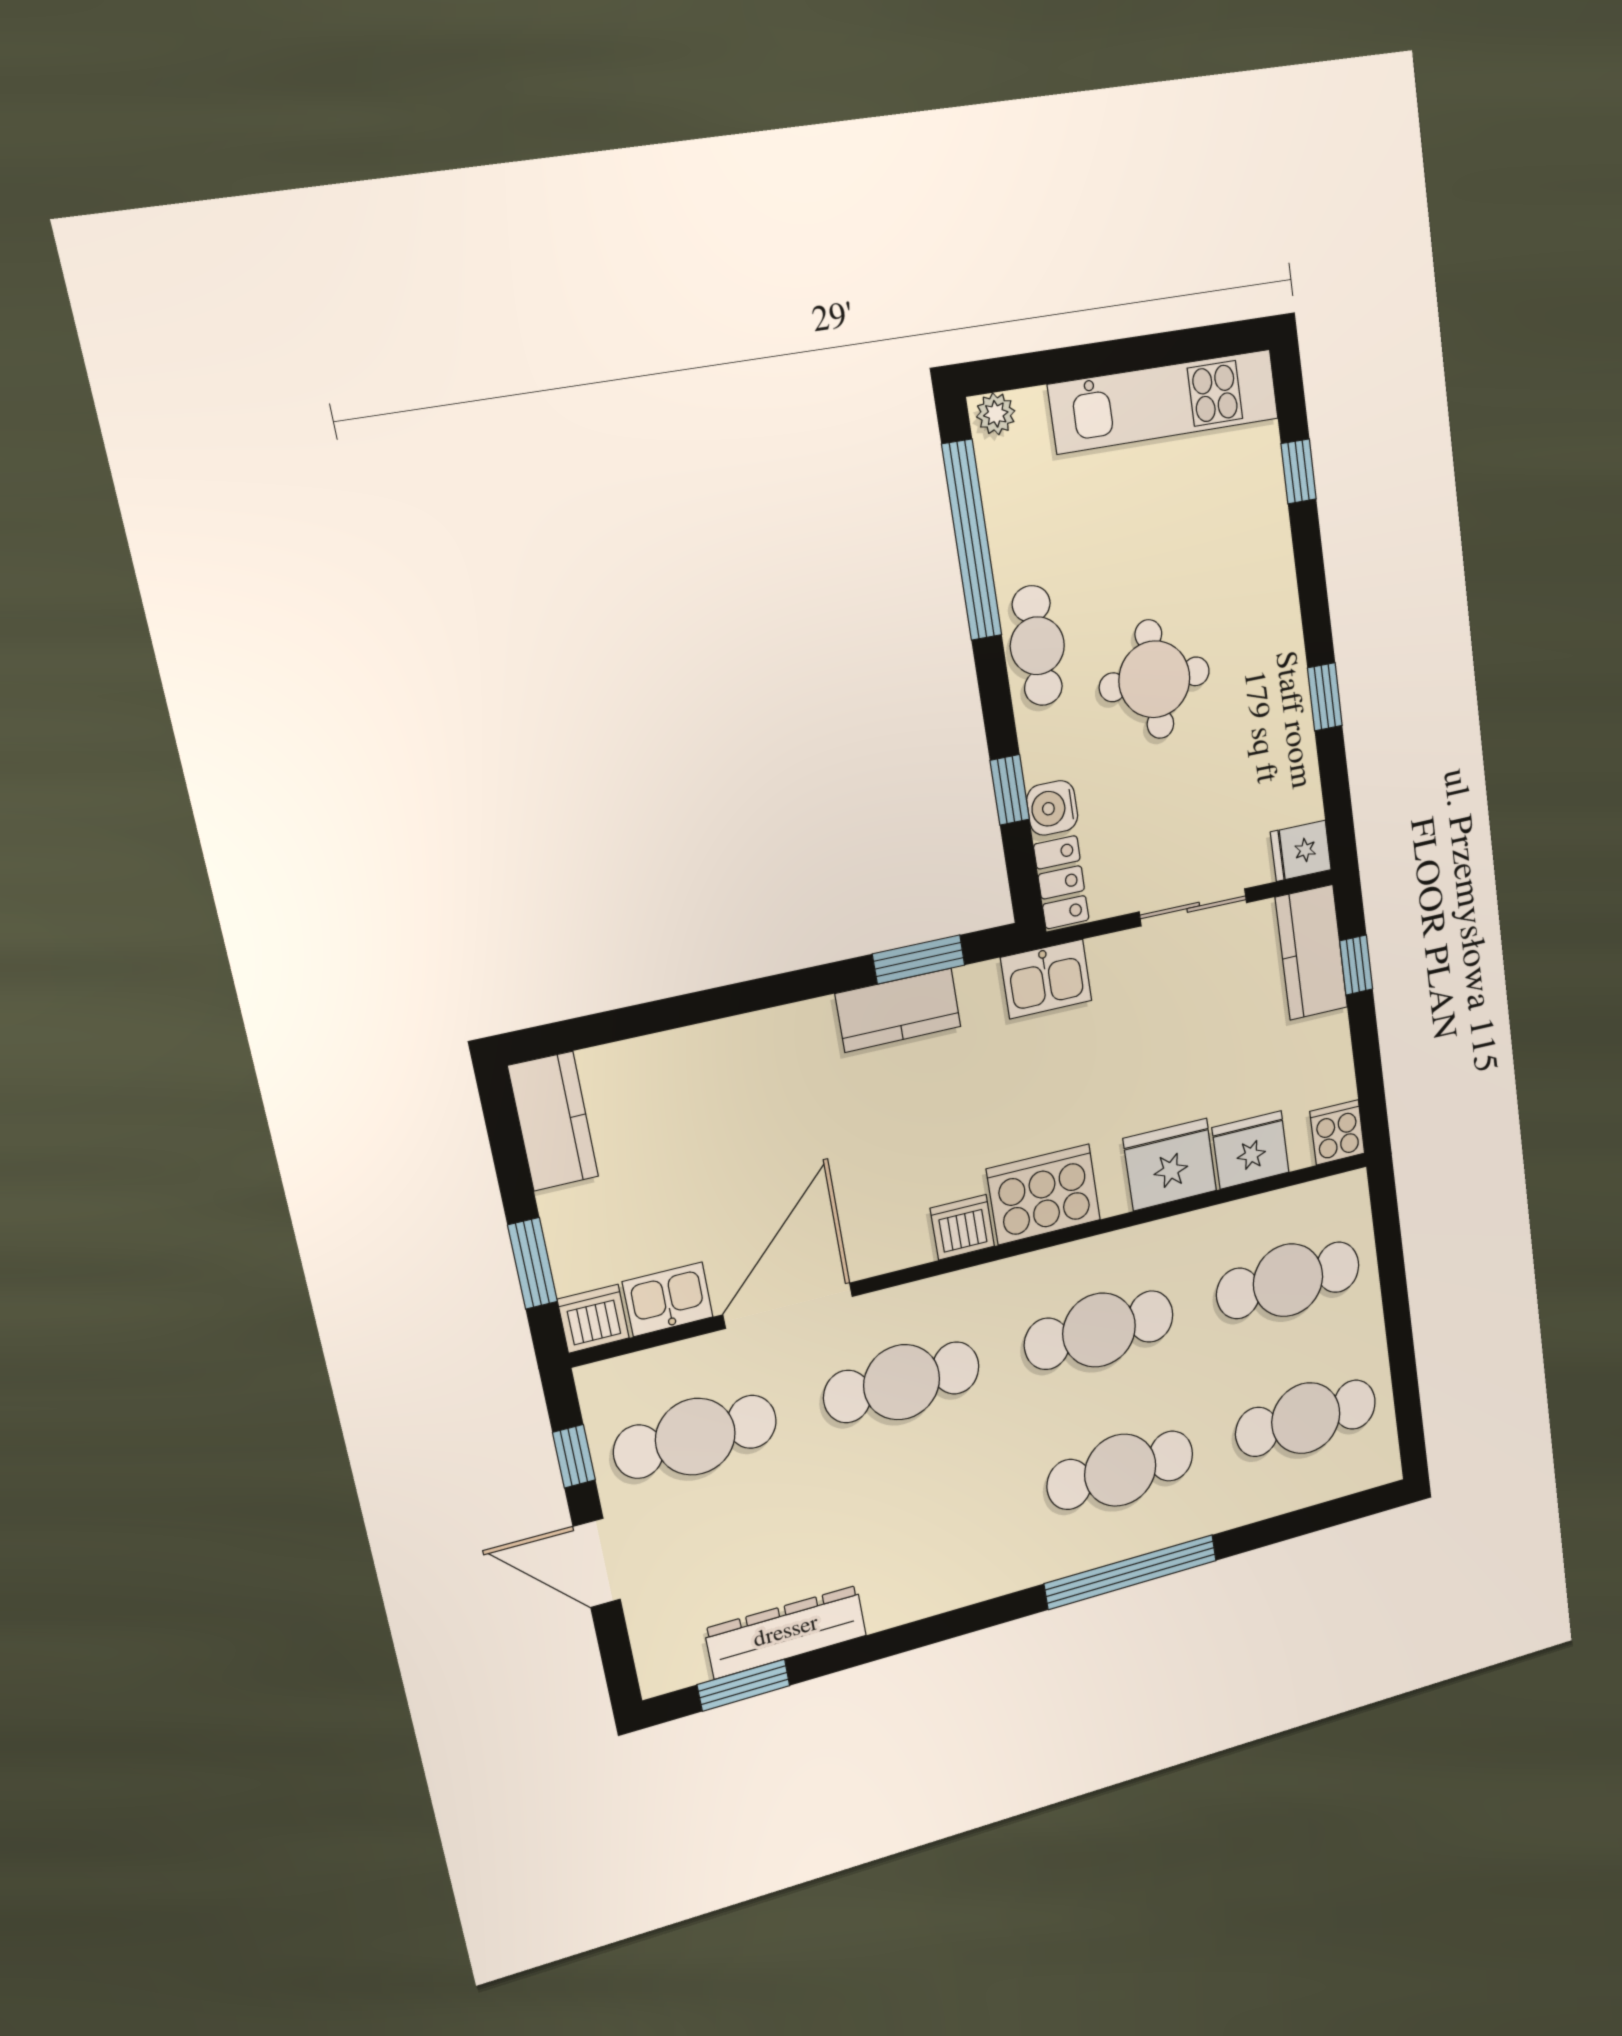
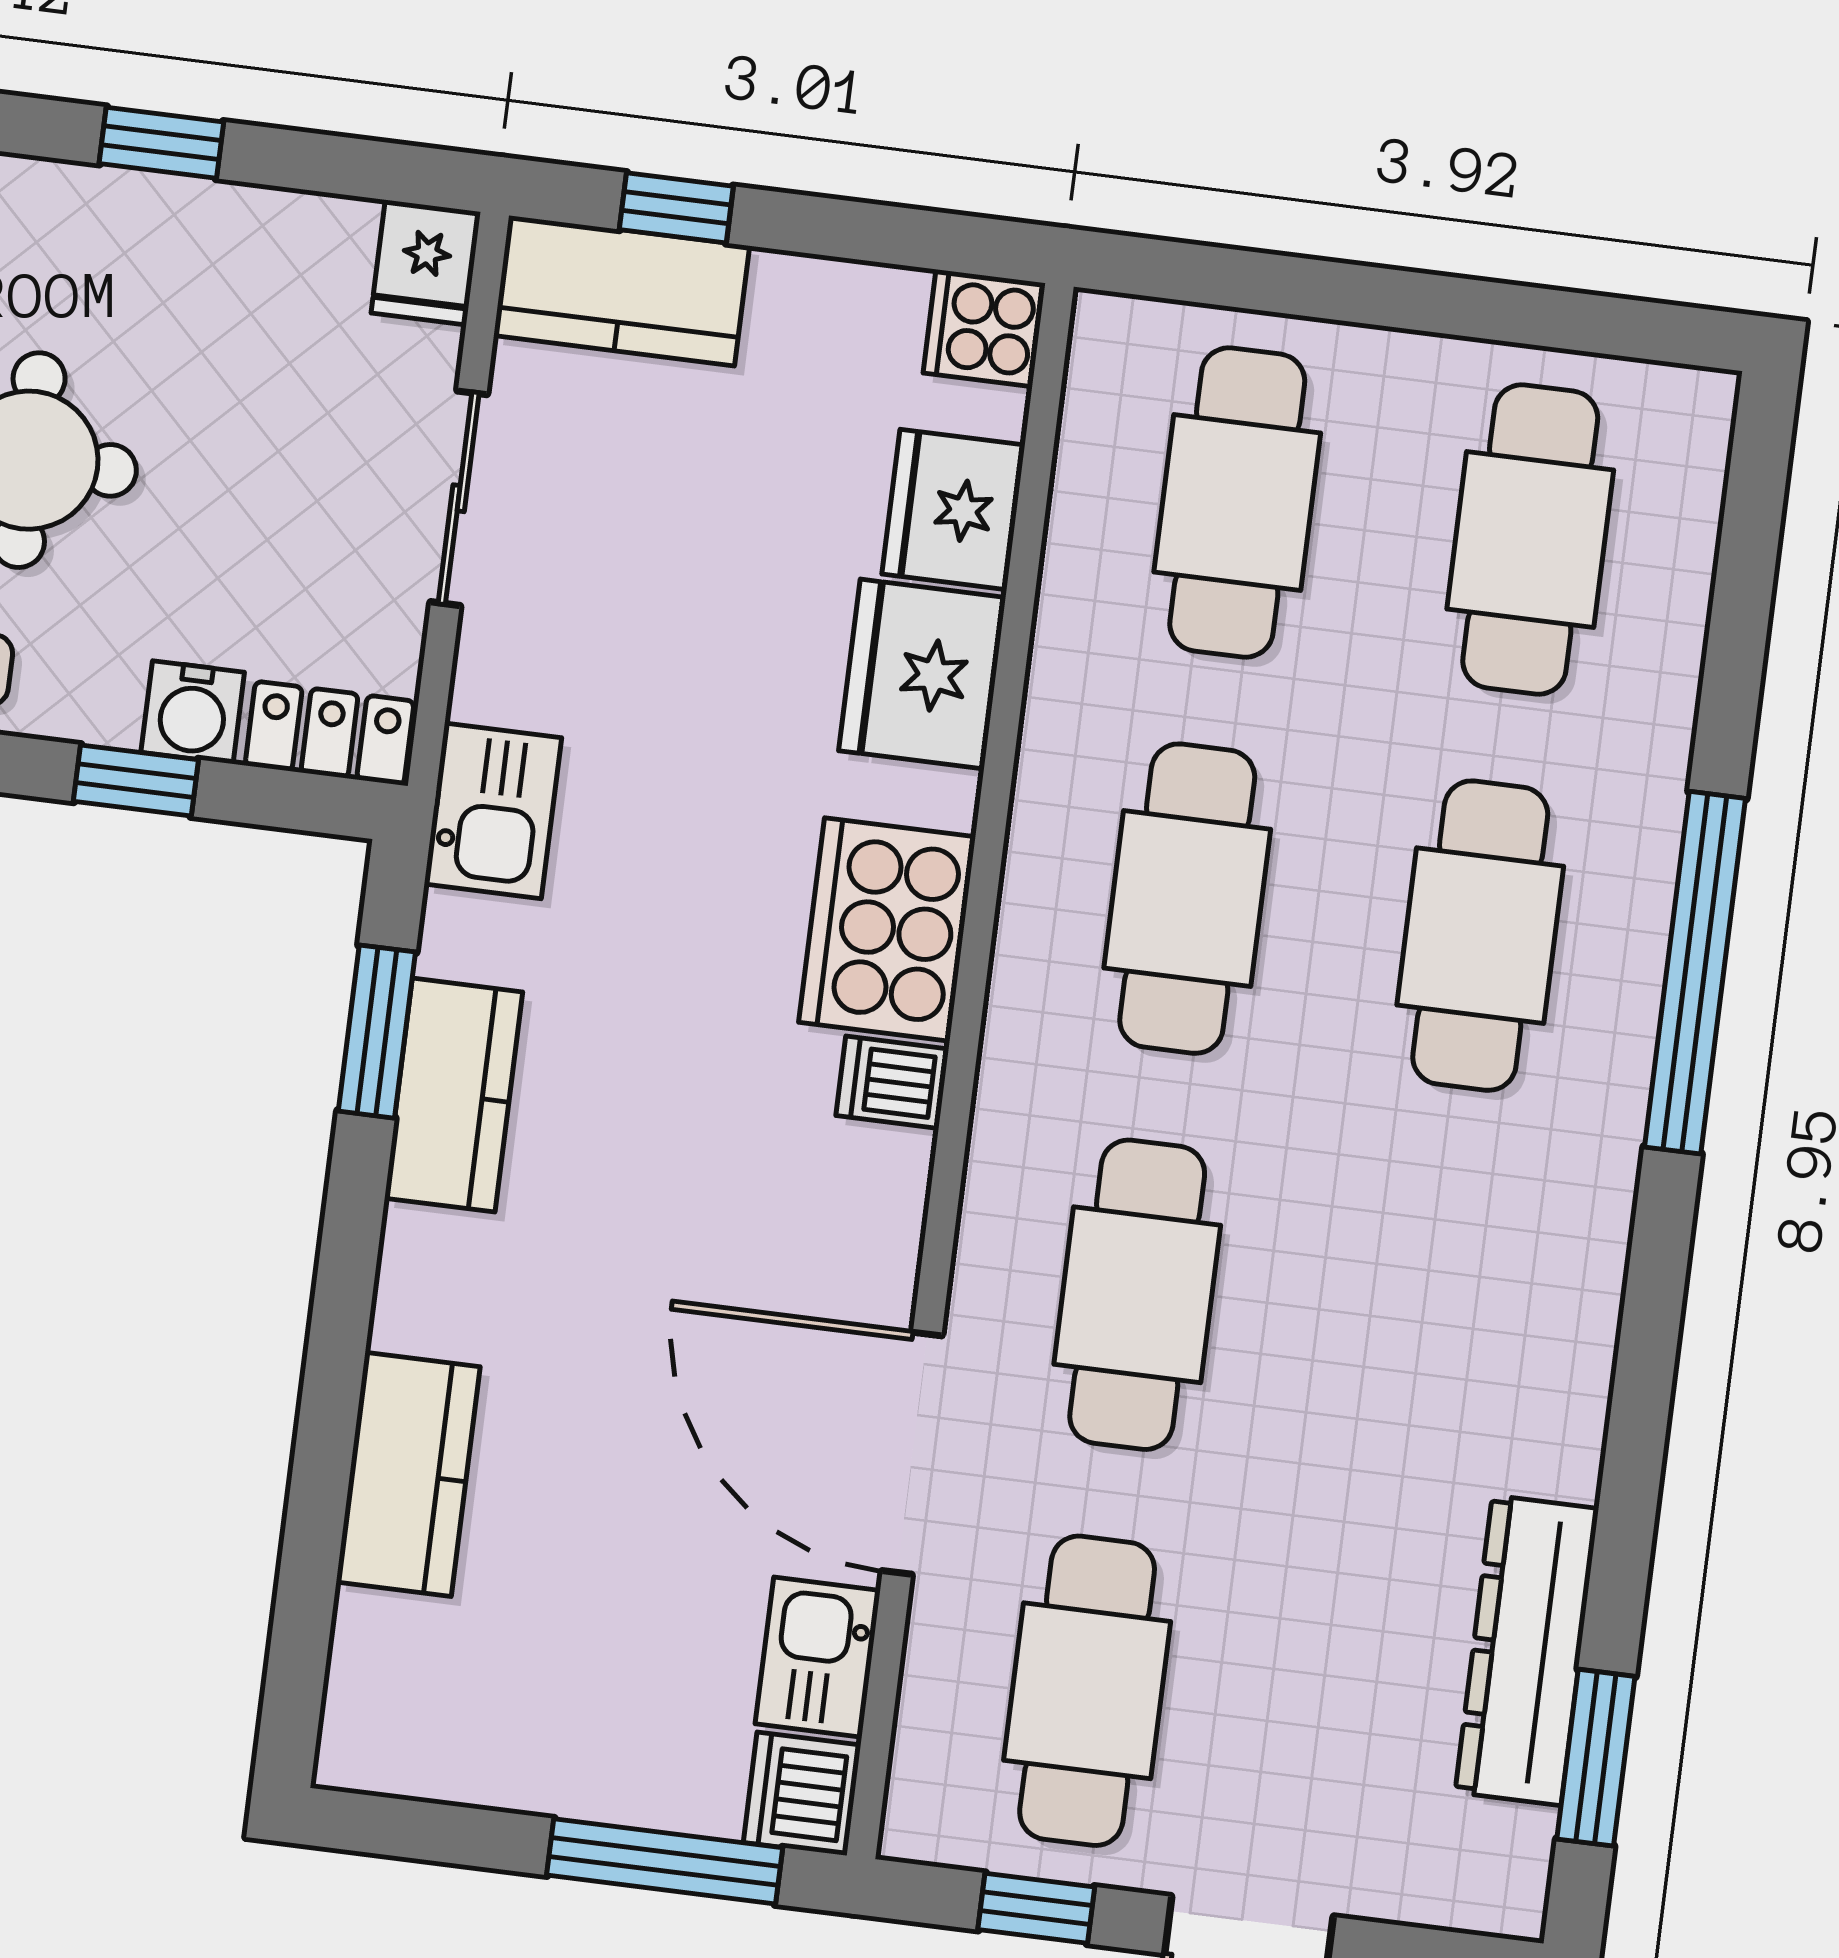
kitchen counter: (553, 1121) -> (408, 1474), moved, turned 90
dishwasher: (962, 1227) -> (892, 1082), width x0.73
window: (533, 1263) -> (665, 1861), width x1.44

